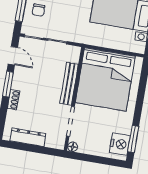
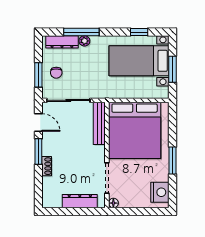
bench: (69, 84) -> (99, 123), moved
dresser: (28, 137) -> (80, 201), moved
window: (133, 139) -> (172, 161), moved

